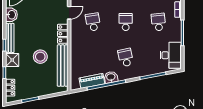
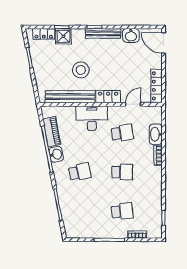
door: (69, 13) -> (133, 104), swing flipped
desk: (171, 55) -> (92, 118), moved, turned 180
shower: (12, 60) -> (63, 36), moved

